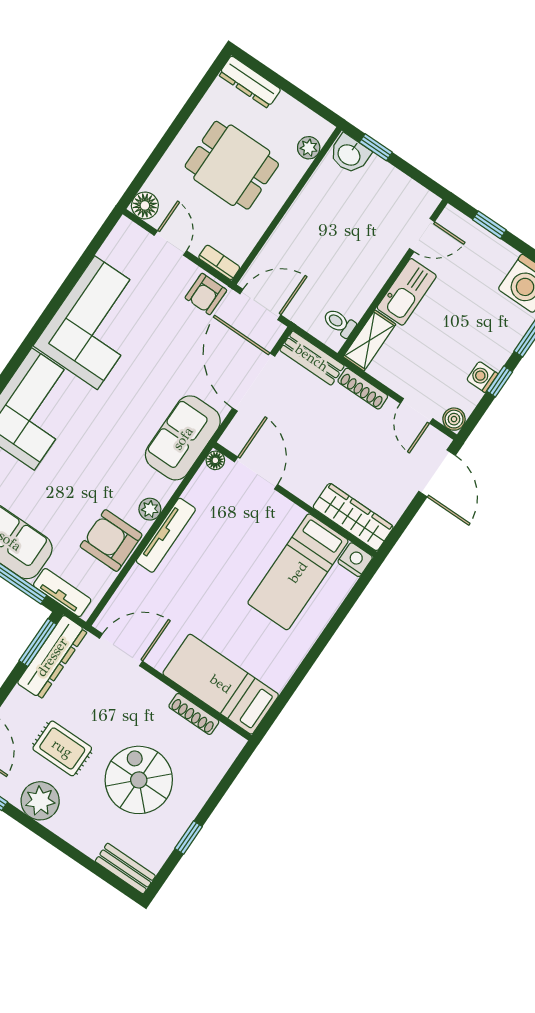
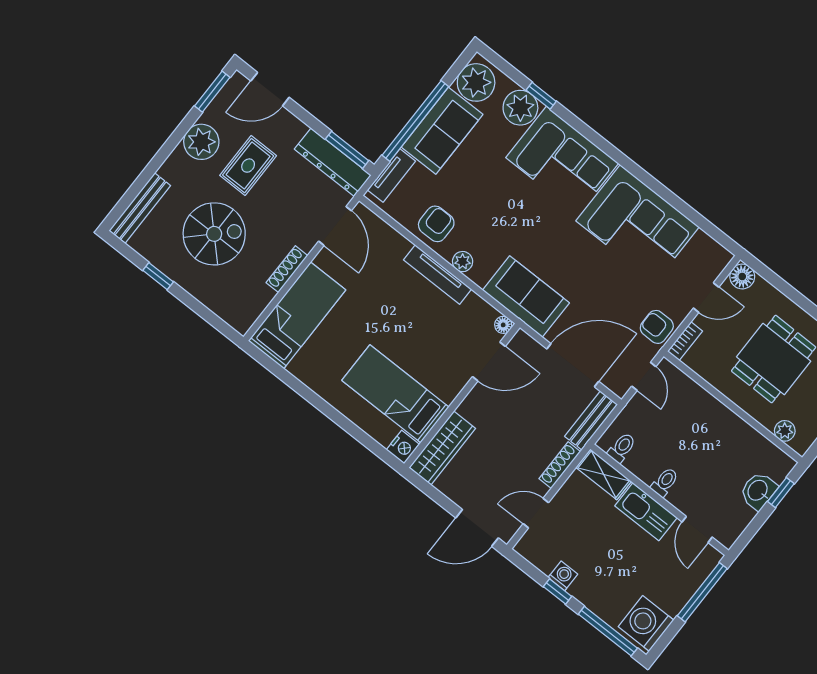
washbasin: (349, 154) -> (758, 491), moved
window: (489, 225) -> (702, 592), width x2.17
toilet: (373, 274) -> (665, 482), added
door: (260, 304) -> (644, 376), width x0.73
boiler: (454, 419) -> (526, 547), removed
armchair: (111, 541) -> (436, 224), width x0.72, depth x0.72
shoe rack: (194, 714) -> (287, 269), moved
bench: (125, 868) -> (140, 208), width x1.36

